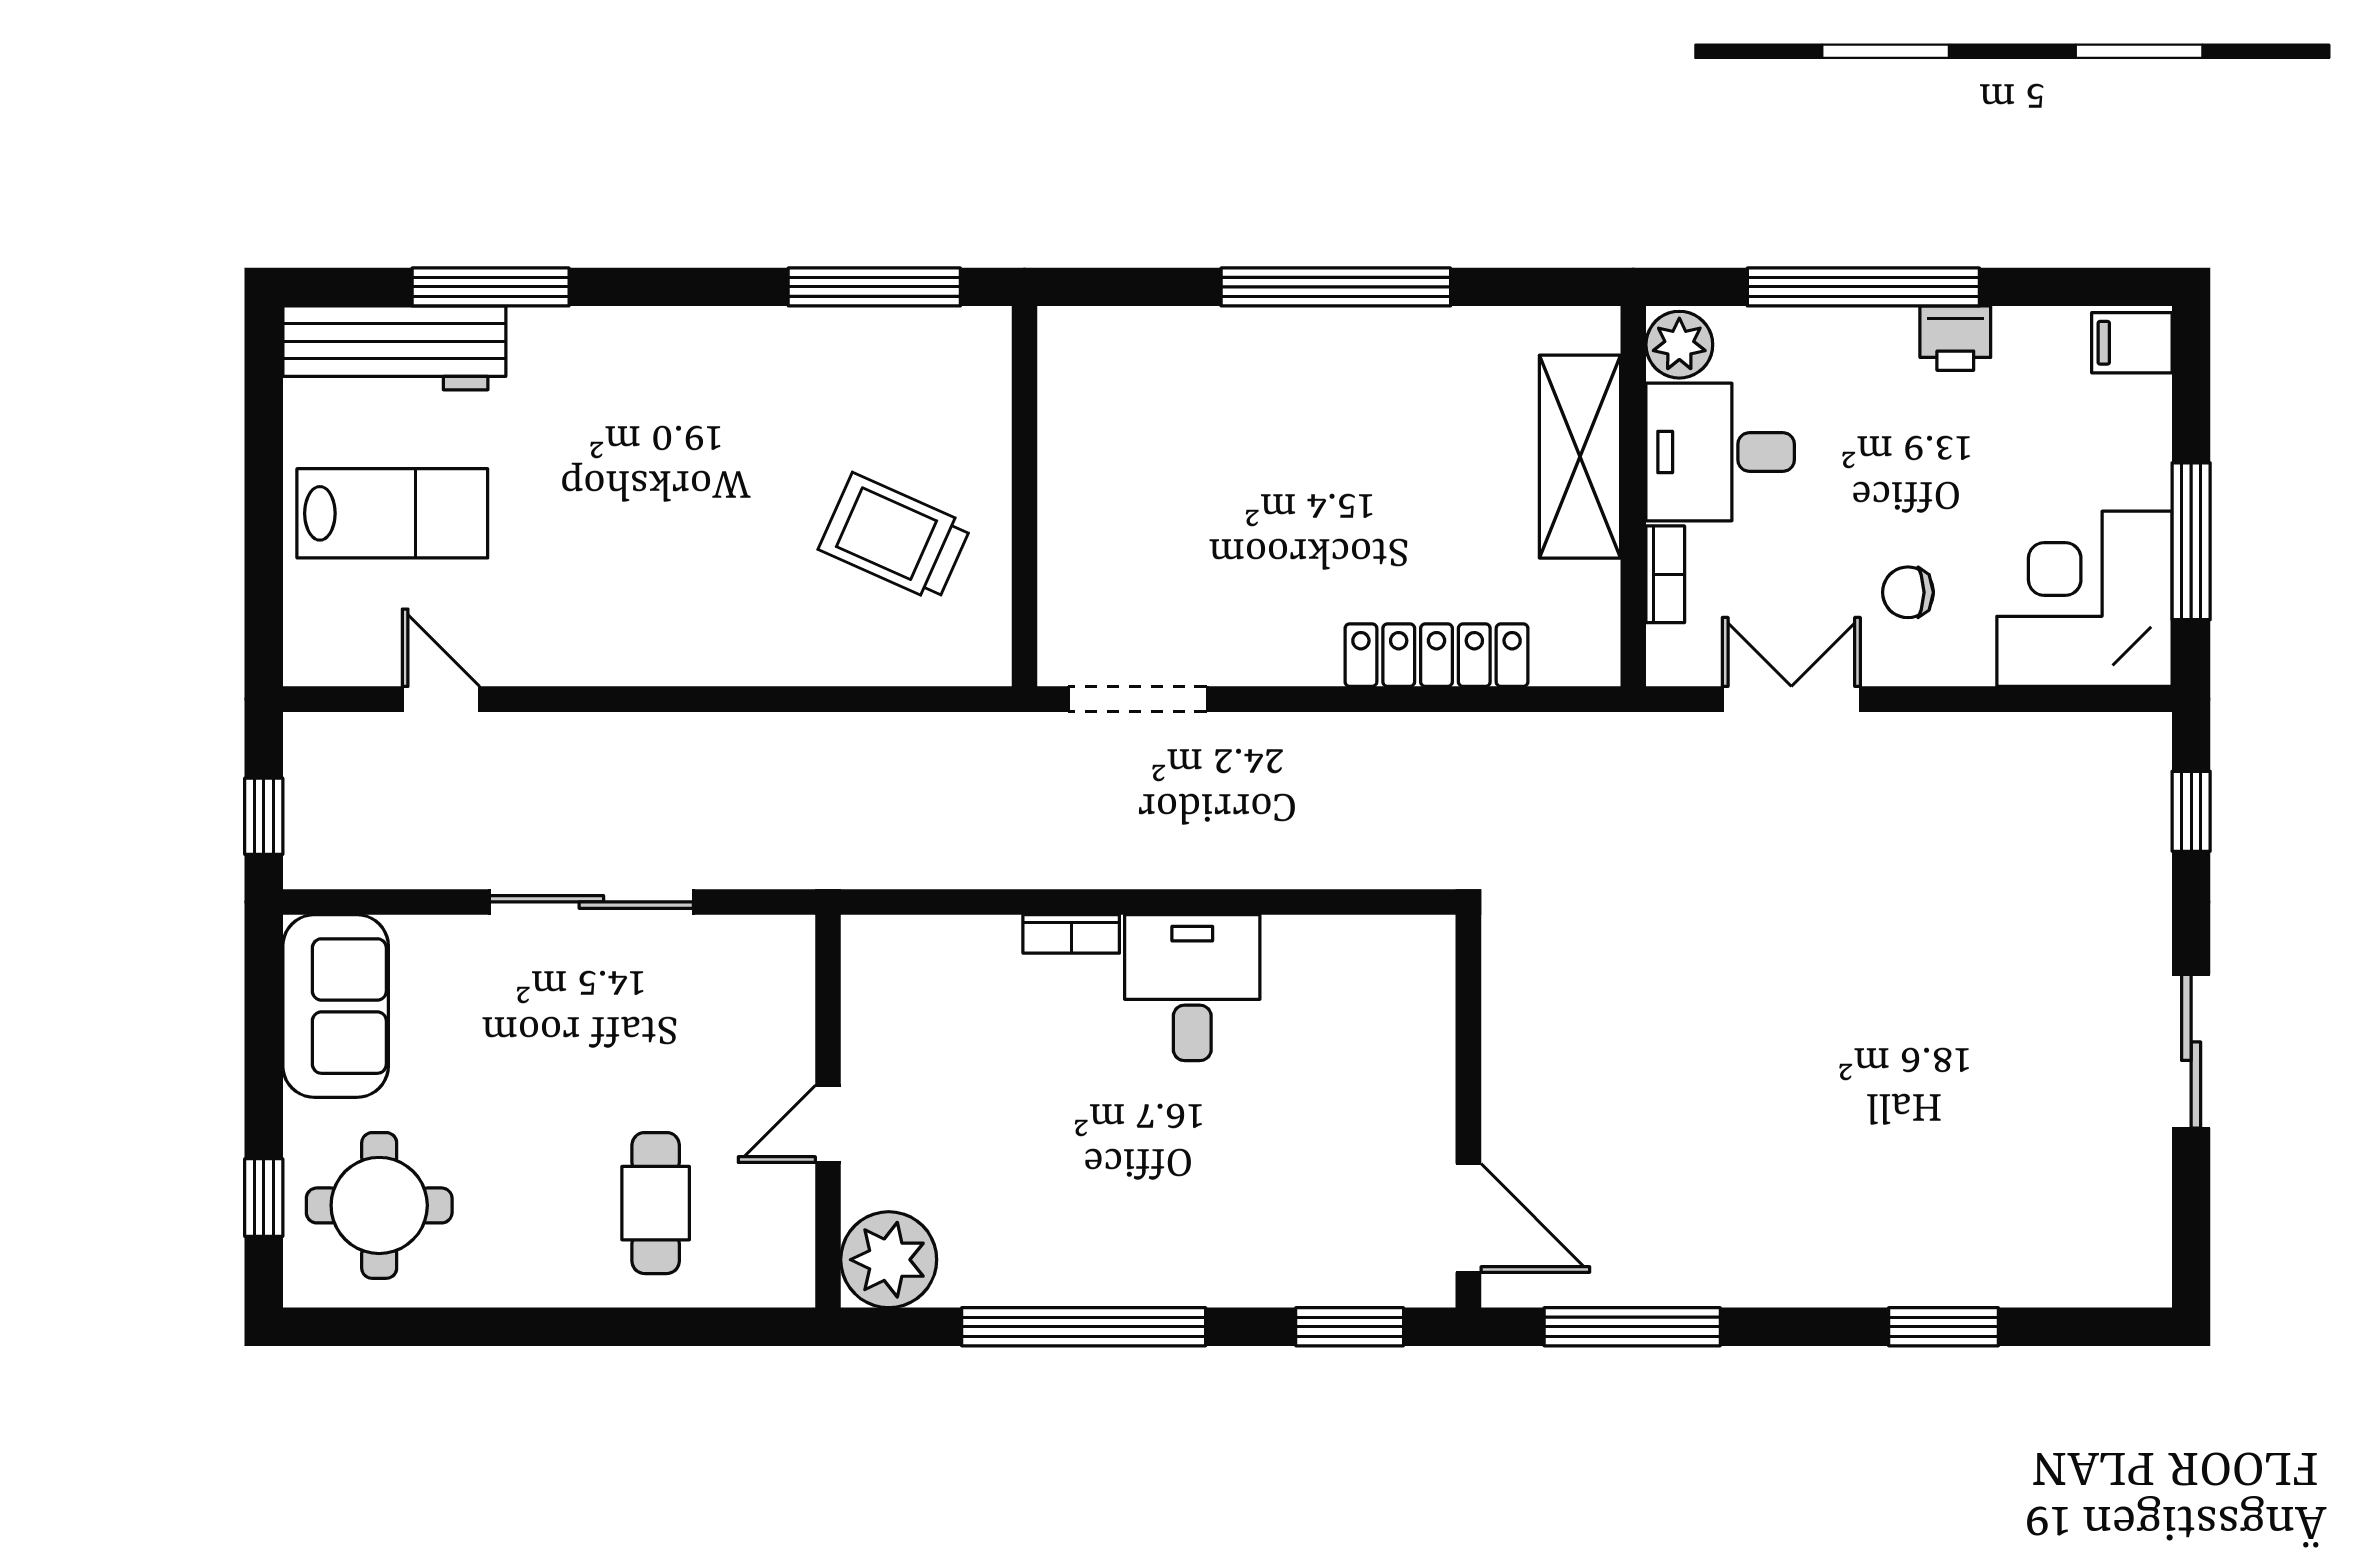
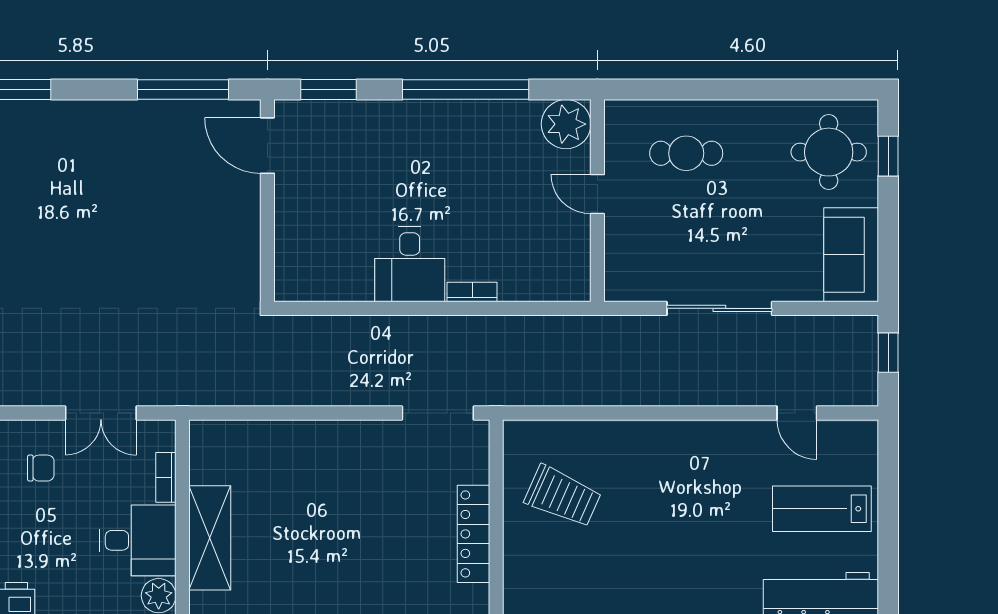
locker: (1436, 655) -> (473, 534), moved, turned 90
door: (828, 1124) -> (597, 194), swing flipped
cafe table: (656, 1203) -> (686, 153), turned 90

